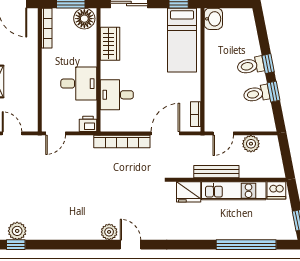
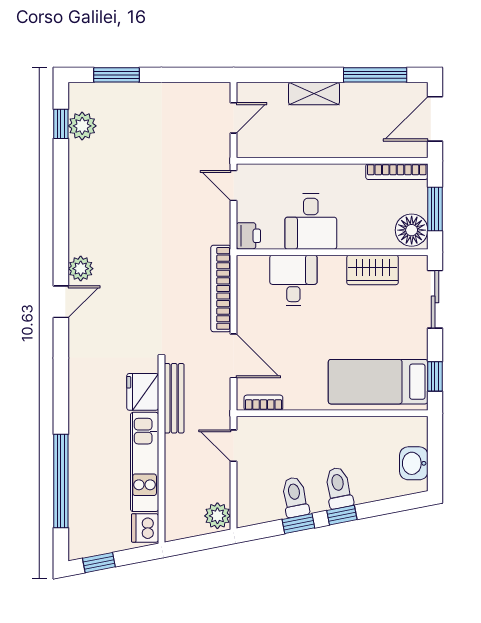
washbasin: (213, 19) -> (414, 463), moved, turned 90
plant: (251, 144) -> (217, 516), moved
bench: (216, 172) -> (174, 398), moved

